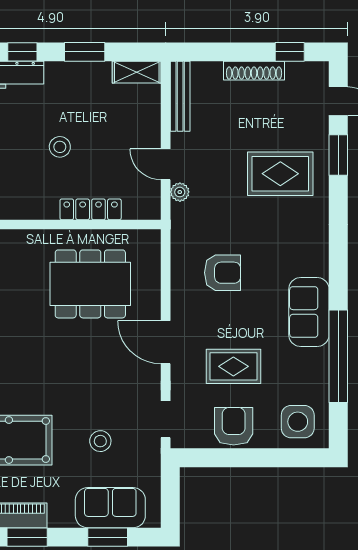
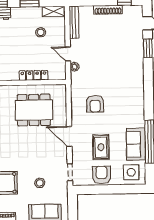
stool: (60, 147) -> (41, 32), moved
rug: (280, 174) -> (121, 57), removed
armchair: (223, 273) -> (95, 104), turned 90
sofa: (309, 312) -> (136, 144), moved
rug: (233, 366) -> (101, 147), turned 90

